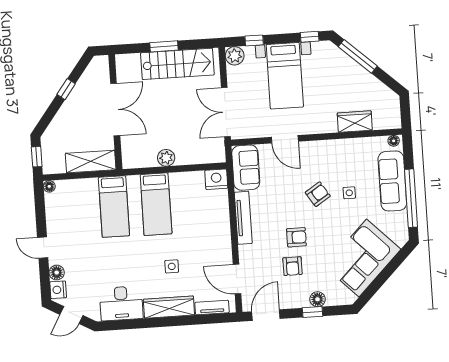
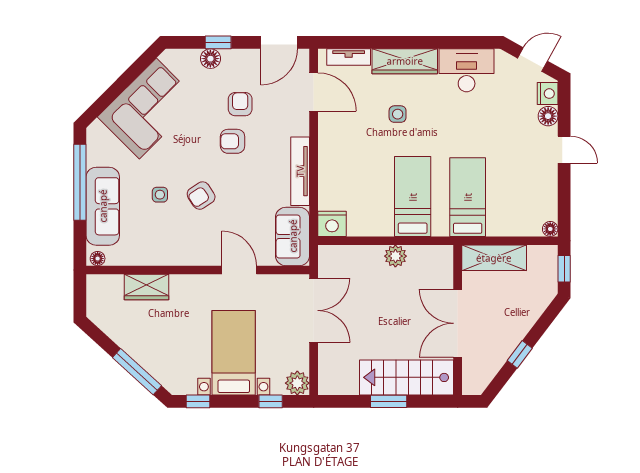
stairs: (177, 64) -> (407, 377), moved

